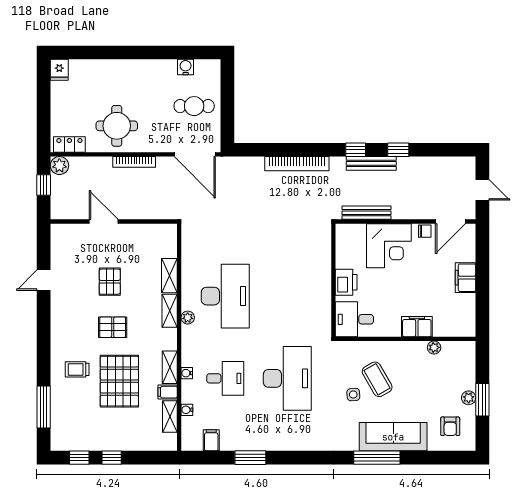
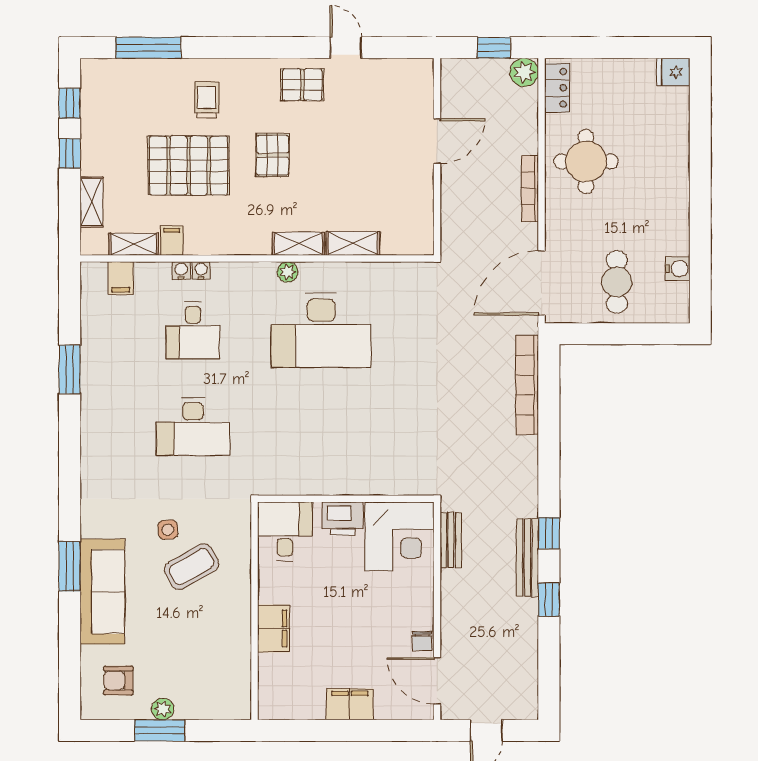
bookcase: (297, 164) -> (527, 385), moved
bench: (366, 213) -> (451, 540), width x0.73
corner desk: (389, 246) -> (399, 536), moved, turned -90
pallet: (110, 282) -> (302, 85), moved
plant: (434, 347) -> (241, 655), removed
shelving: (170, 367) -> (91, 202), moved, turned 90
desk: (287, 378) -> (193, 427), width x0.73, depth x0.77
water cooler: (187, 410) -> (181, 271), moved
filing cabinet: (211, 440) -> (121, 278), moved, turned 90
window: (377, 458) -> (70, 566), width x0.69

